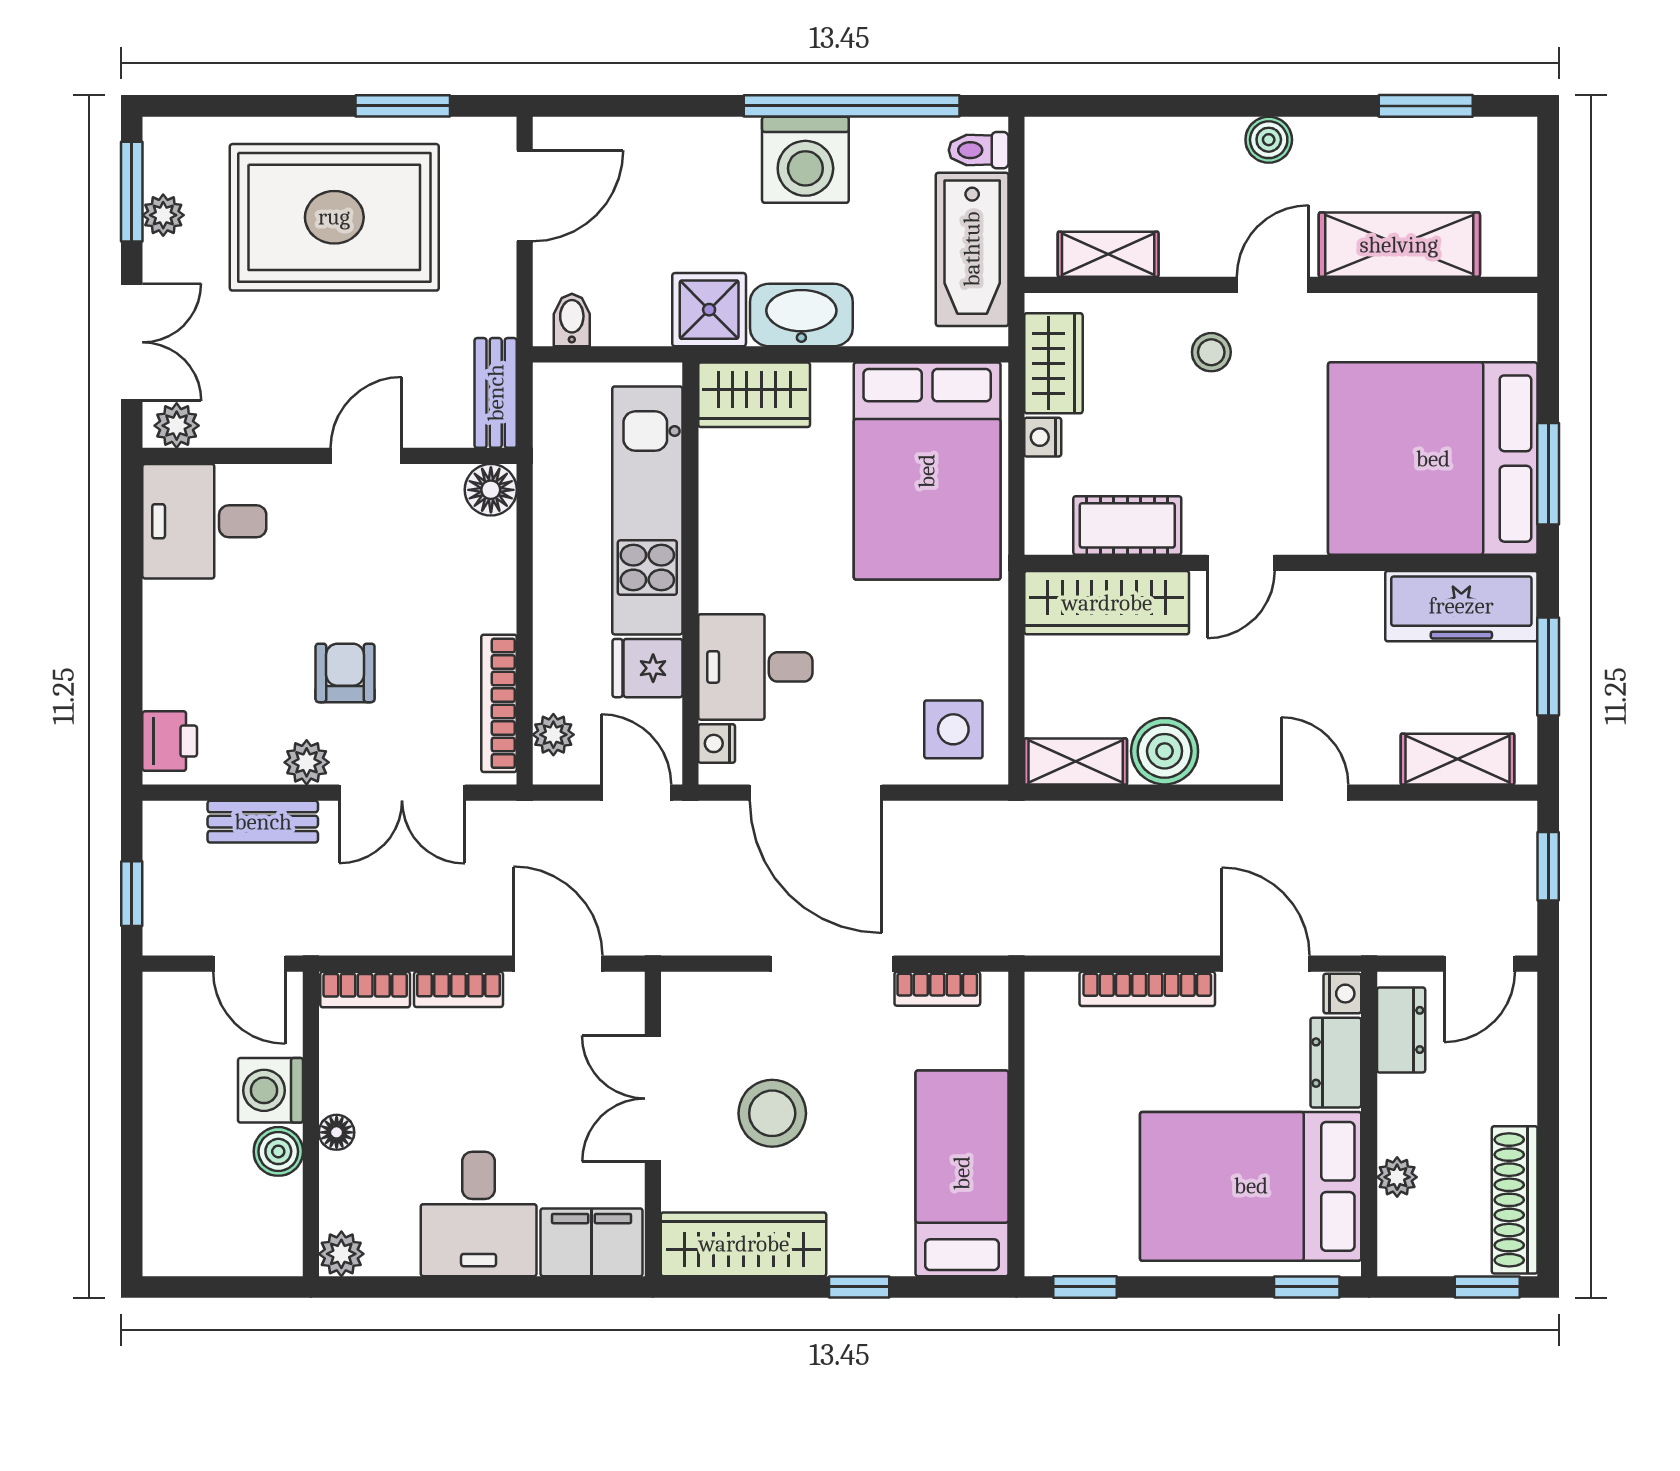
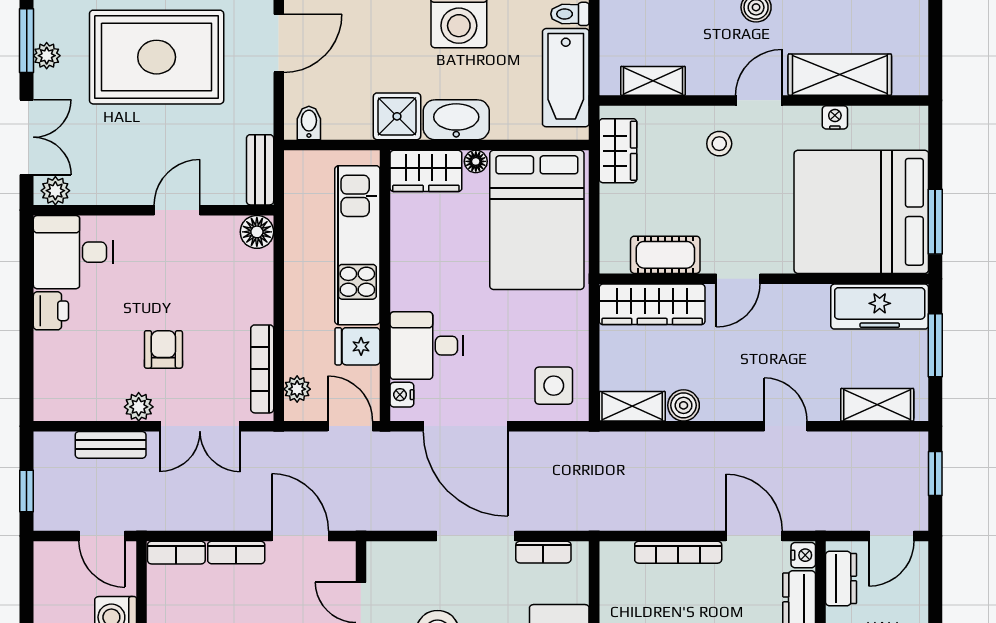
floor lamp: (832, 380) -> (476, 161), added
nightstand: (1043, 437) -> (835, 117), moved, turned 90
printer: (170, 741) -> (51, 311), moved
boiler: (1165, 751) -> (684, 405), width x0.73, depth x0.73

